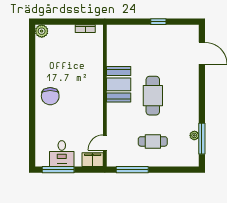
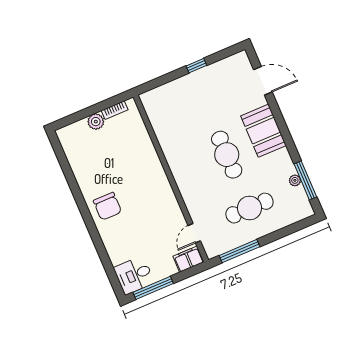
plant: (42, 31) -> (96, 122), moved
booth: (119, 84) -> (263, 131), moved
cafe table: (153, 141) -> (249, 208), width x1.37, depth x1.35
desk: (62, 154) -> (134, 275), moved, turned 90

